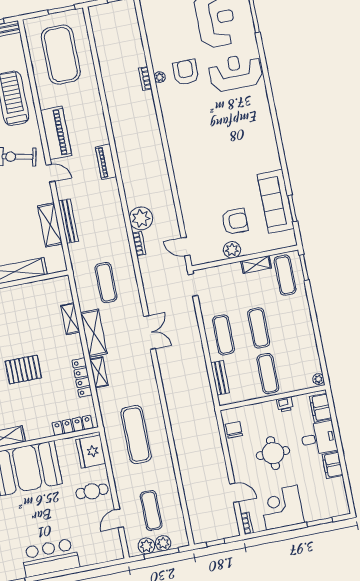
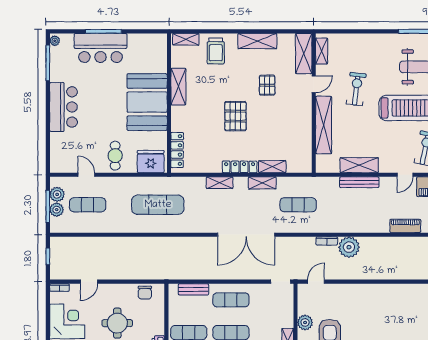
double door: (150, 332) -> (246, 235), width x1.87
shelving: (94, 333) -> (262, 183), width x0.67, depth x0.75
locker: (82, 378) -> (240, 167), moved
chair: (234, 430) -> (145, 293), turned 90

